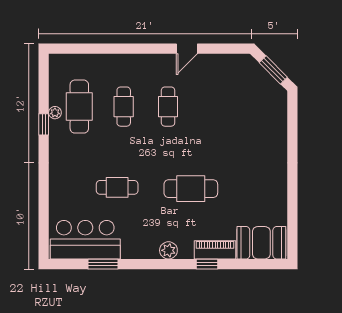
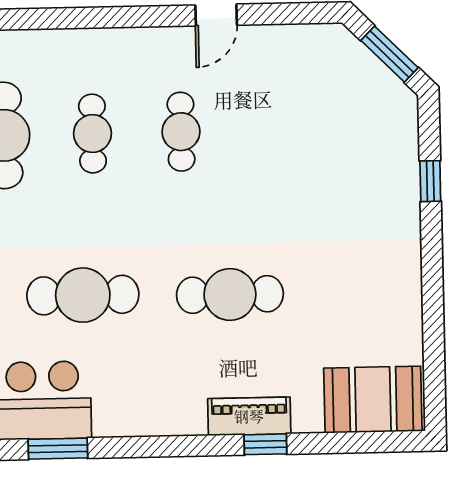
window: (292, 134) -> (430, 181), added
cafe table: (117, 187) -> (83, 295), width x1.37, depth x1.35
plant: (168, 250) -> (188, 419), removed
piano: (215, 250) -> (249, 416), moved

